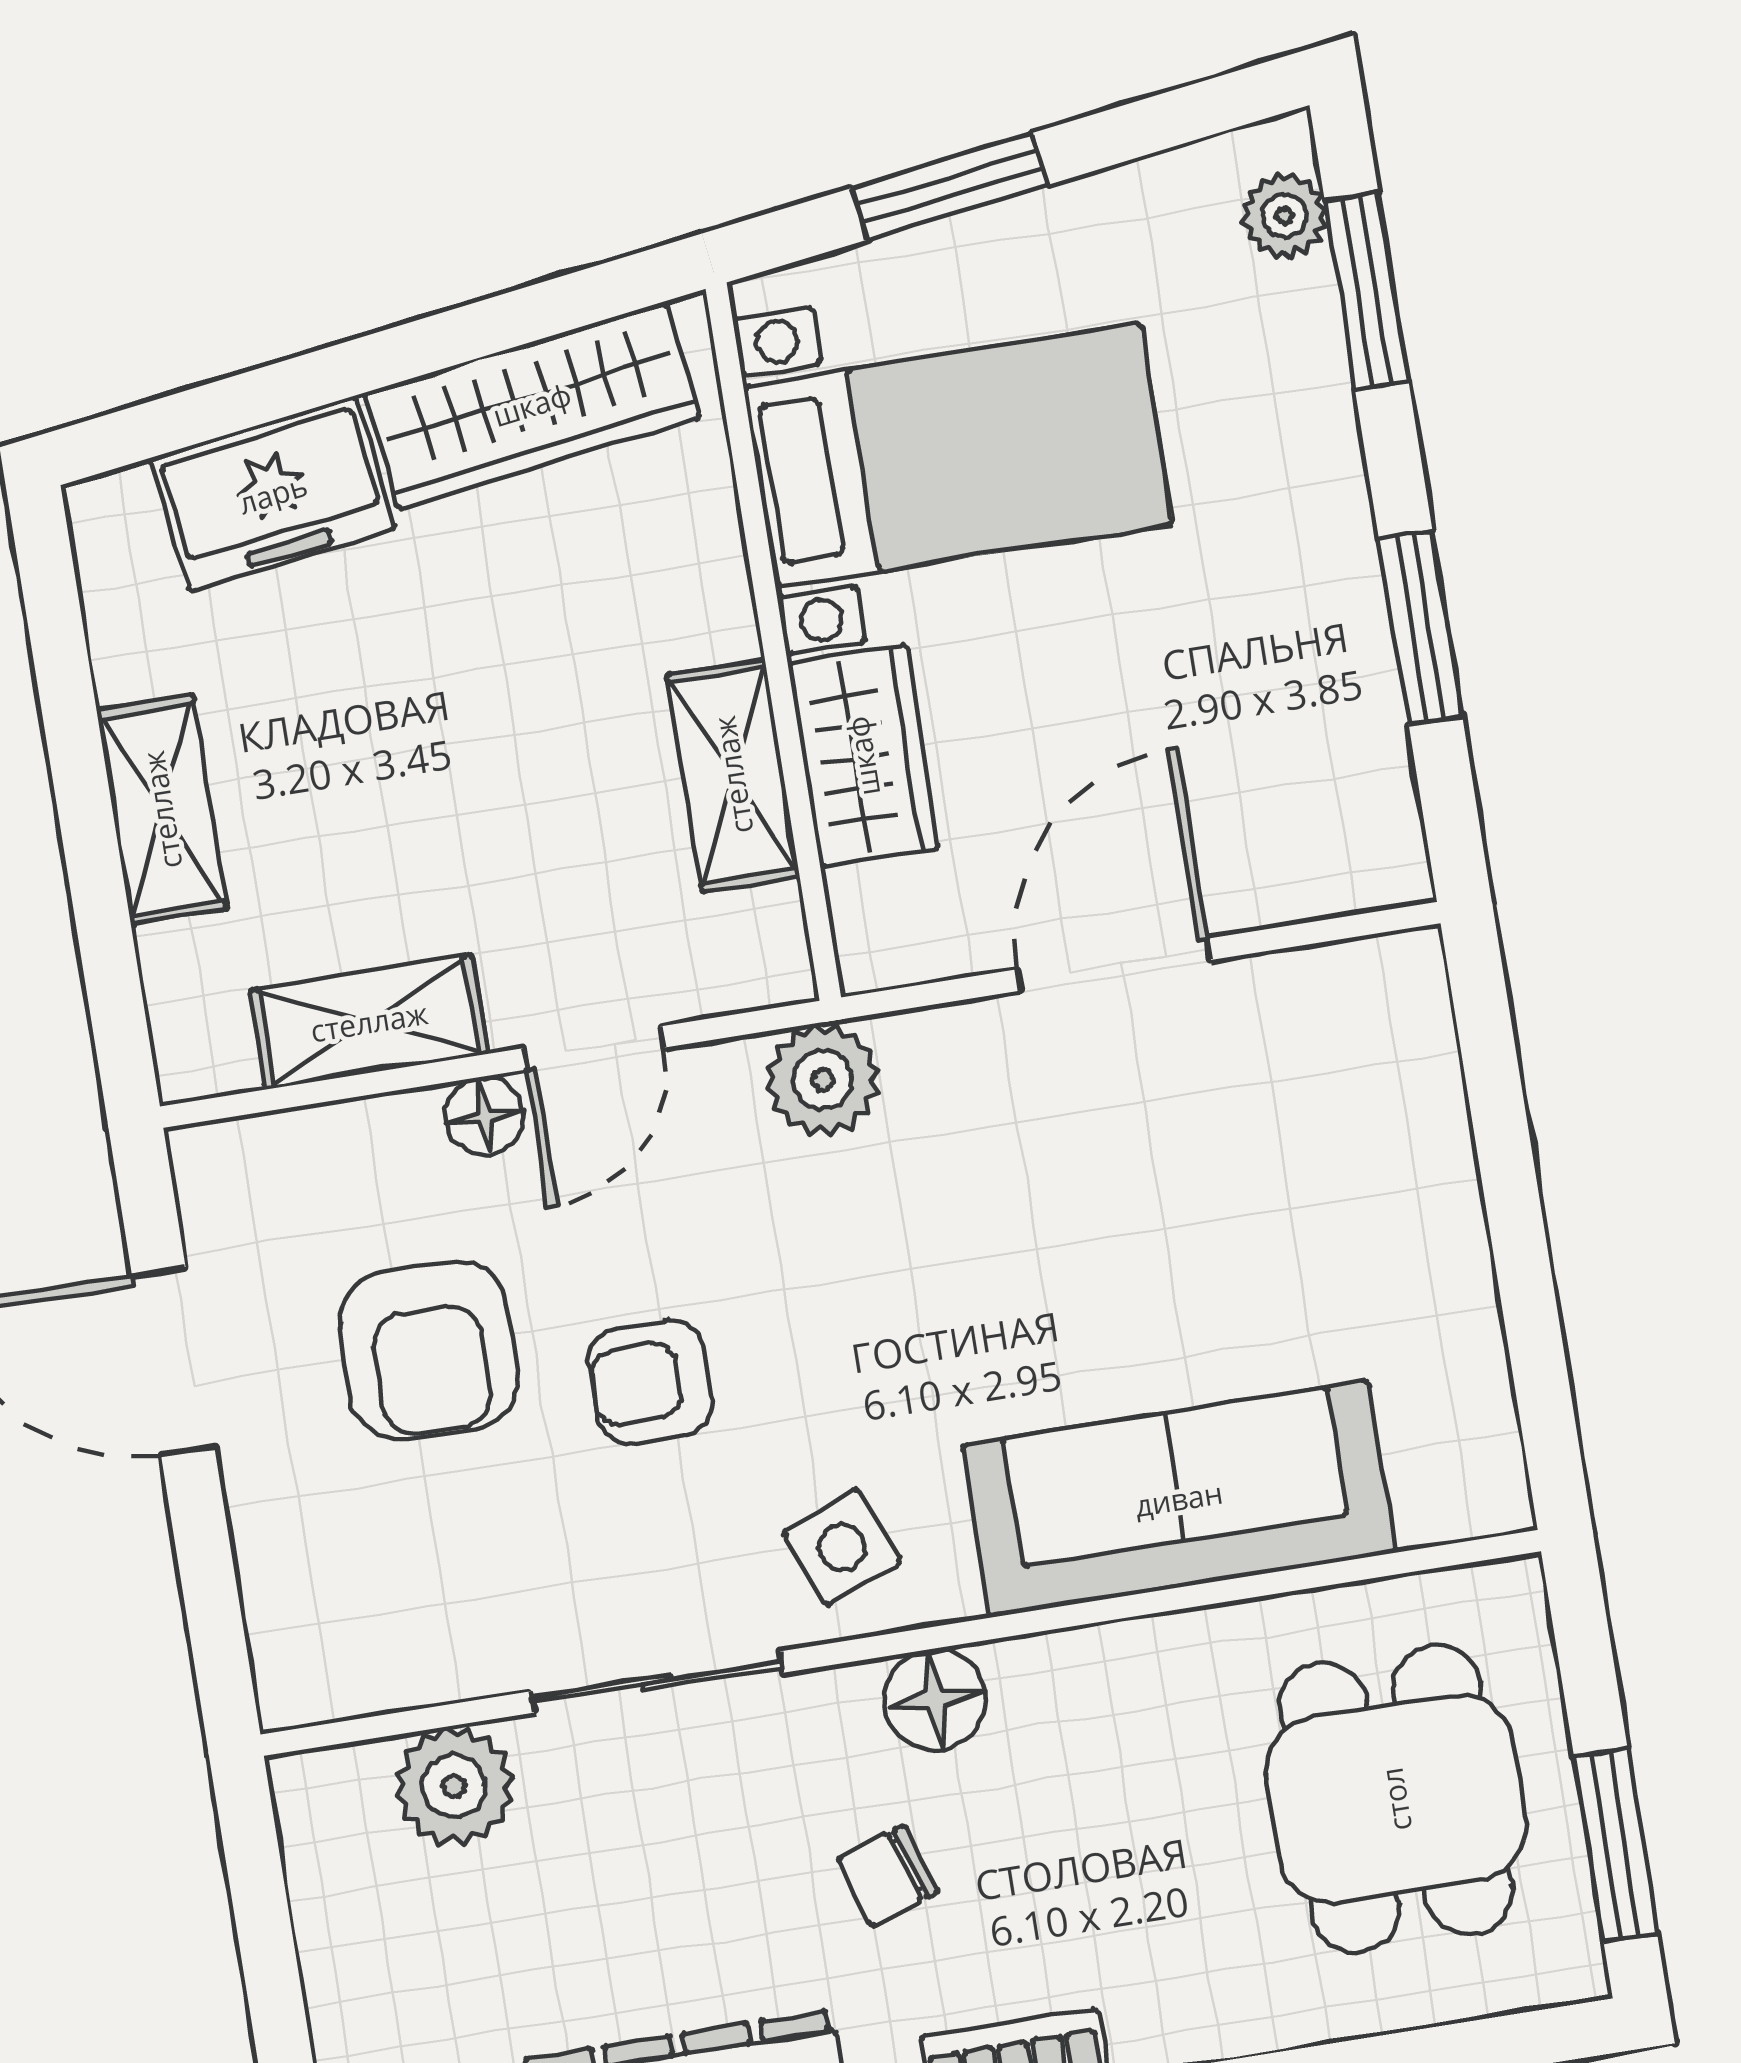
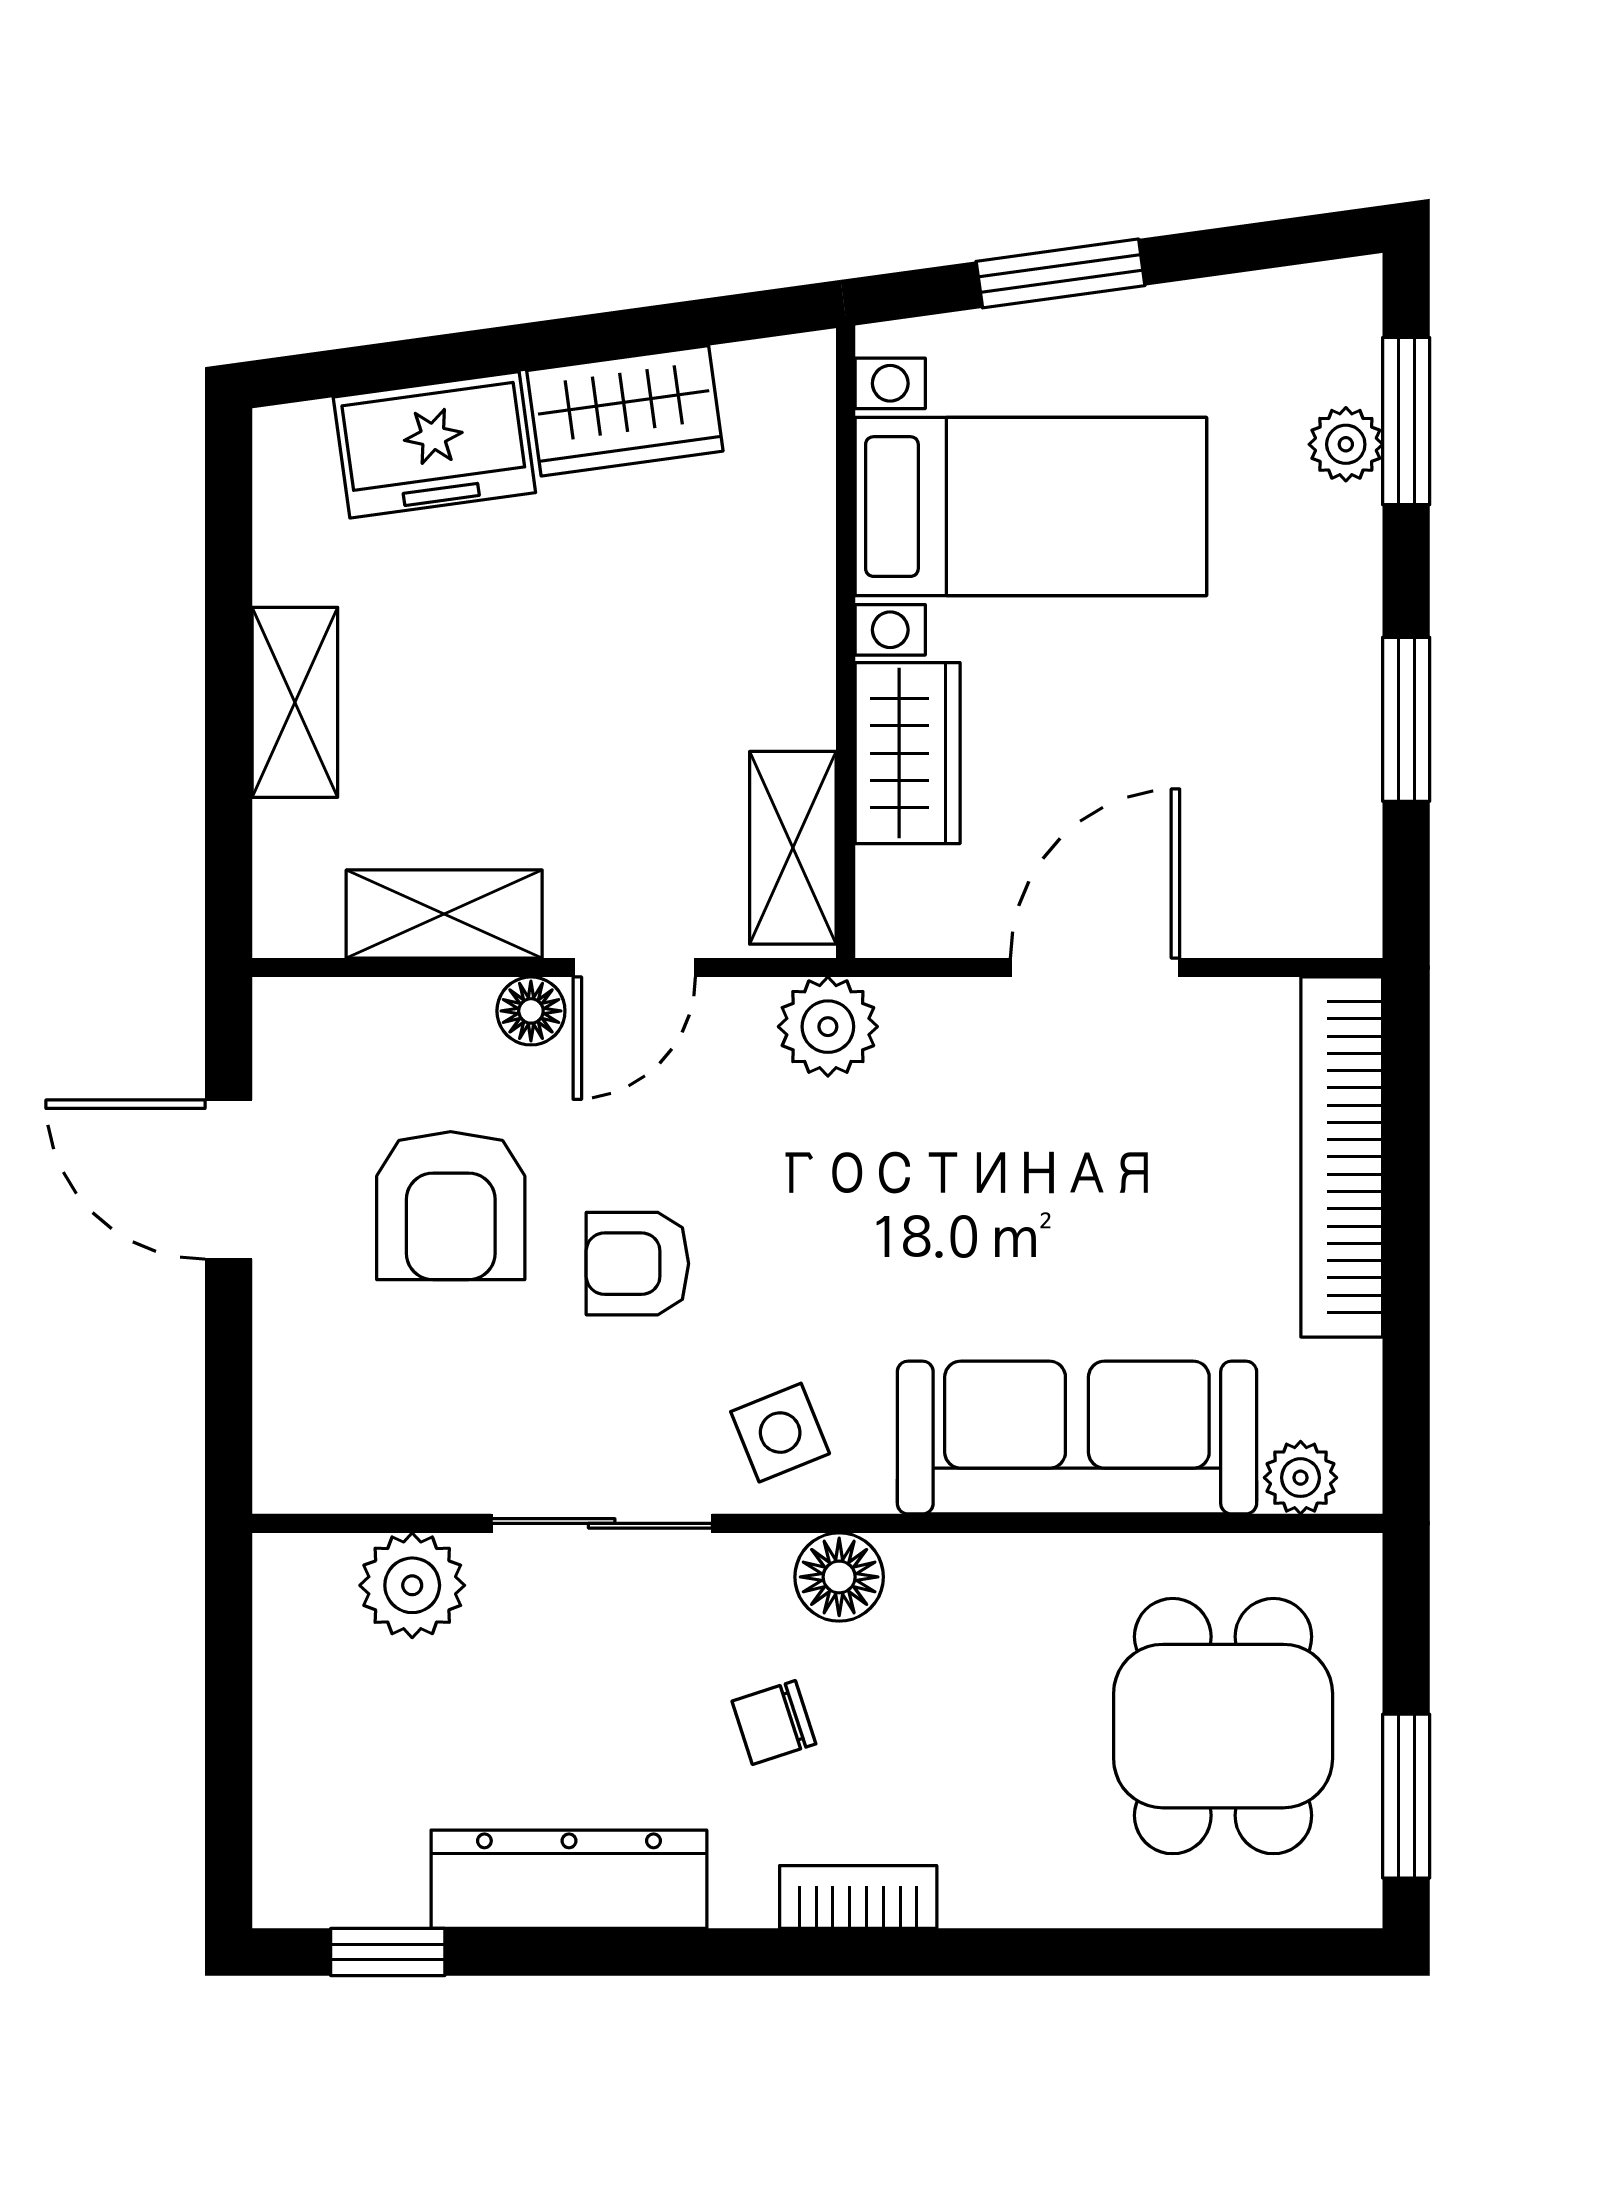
plant: (1285, 216) -> (1346, 444), moved
wardrobe: (532, 405) -> (625, 411), width x0.67
shelving: (733, 775) -> (793, 848), moved
bookcase: (1427, 1134) -> (1342, 1157), added
plant: (1438, 1504) -> (1301, 1478), added

